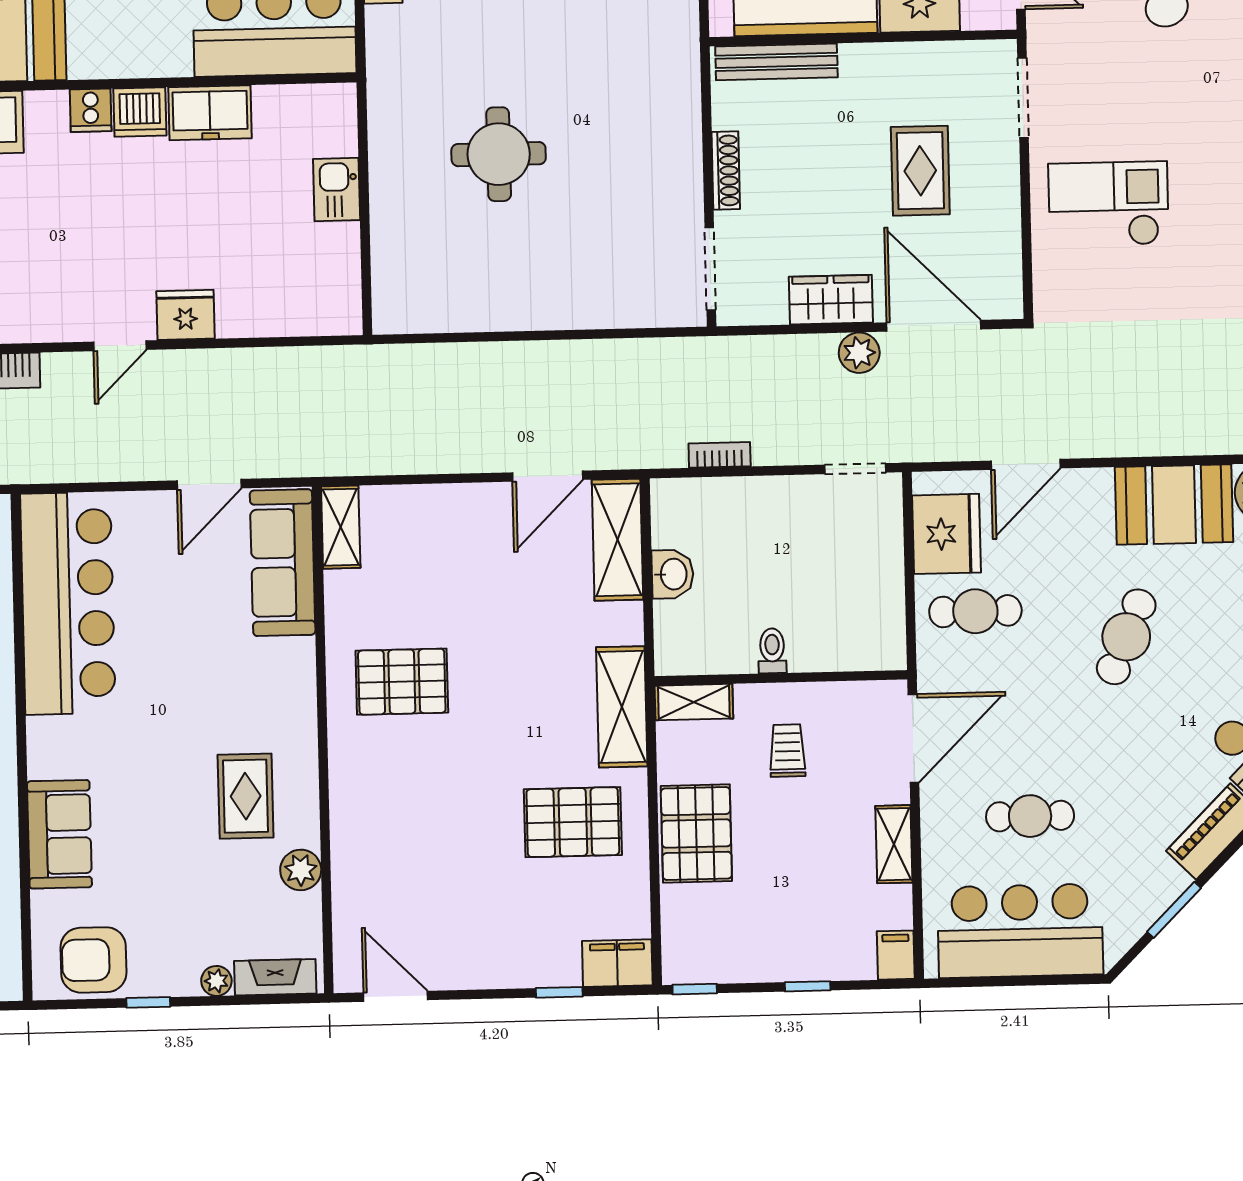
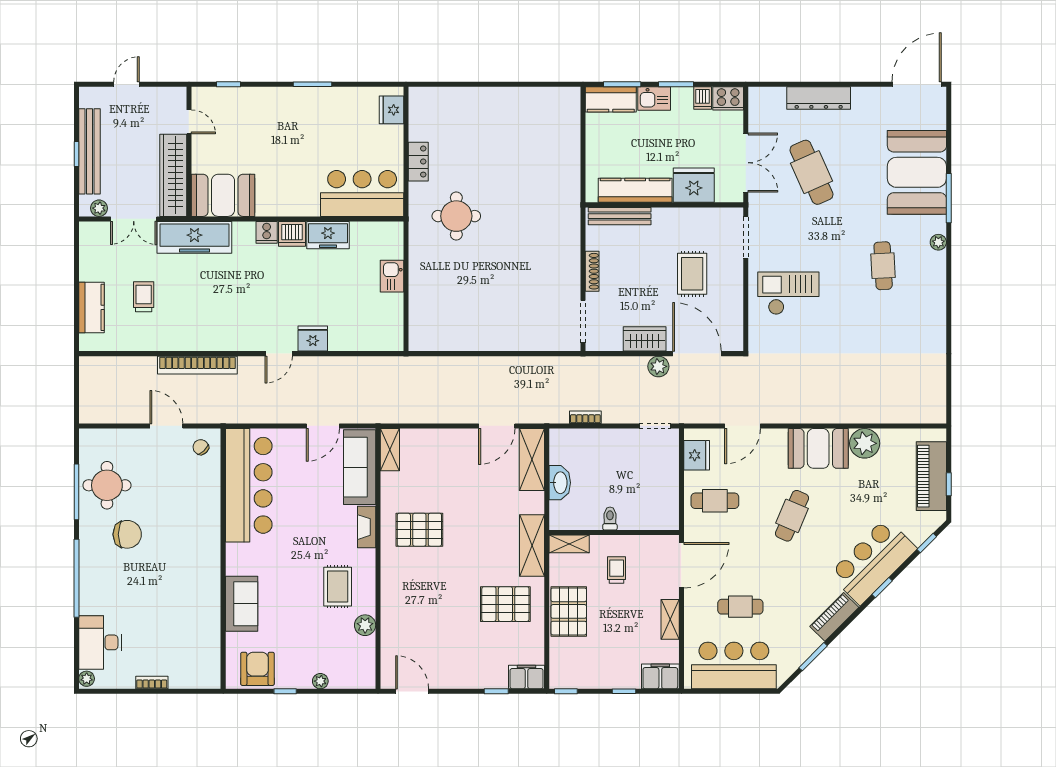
round table: (499, 154) -> (456, 216), moved
fridge: (947, 534) -> (697, 455), width x0.73, depth x0.75
washbasin: (673, 574) -> (560, 483), width x1.38
filing cabinet: (896, 955) -> (660, 676), width x2.00
armchair: (94, 960) -> (257, 669), turned 90
fireplace: (275, 977) -> (367, 527), moved, turned -90

